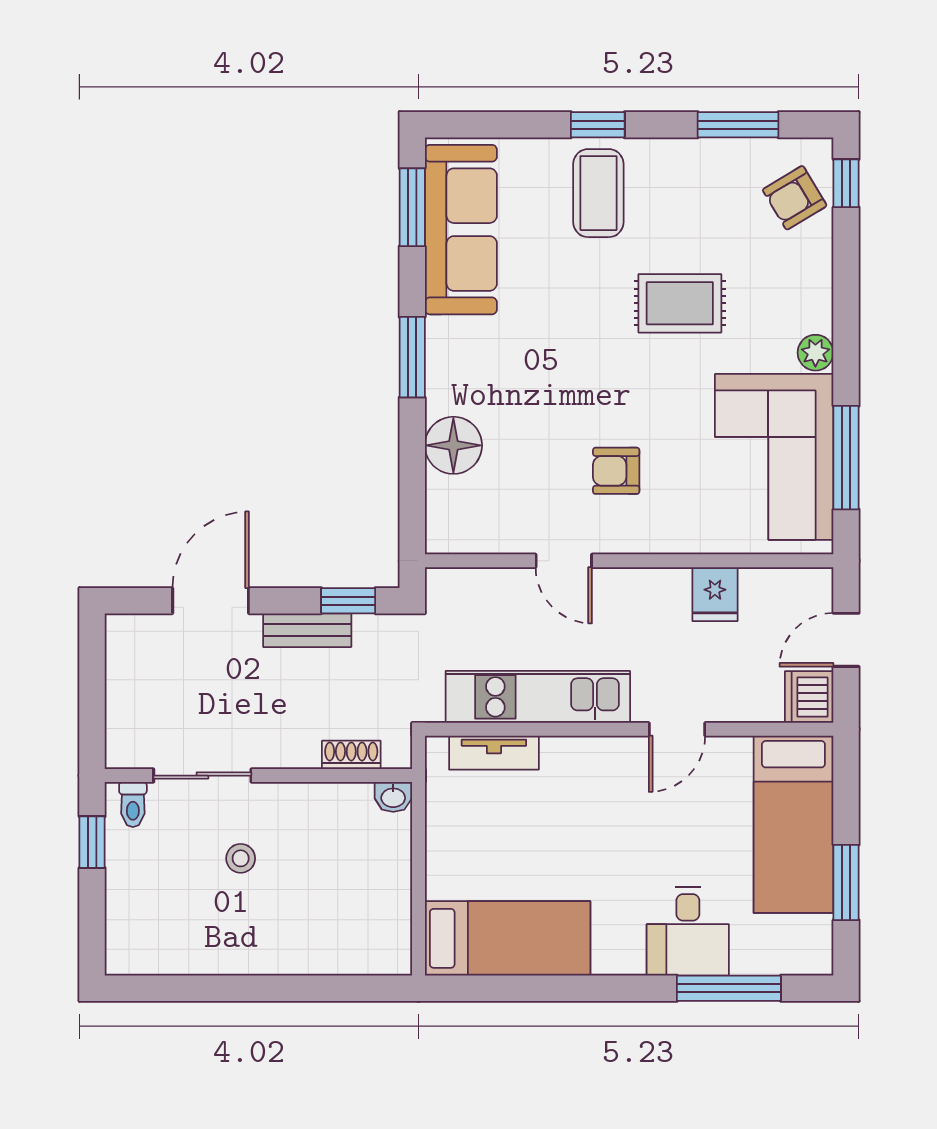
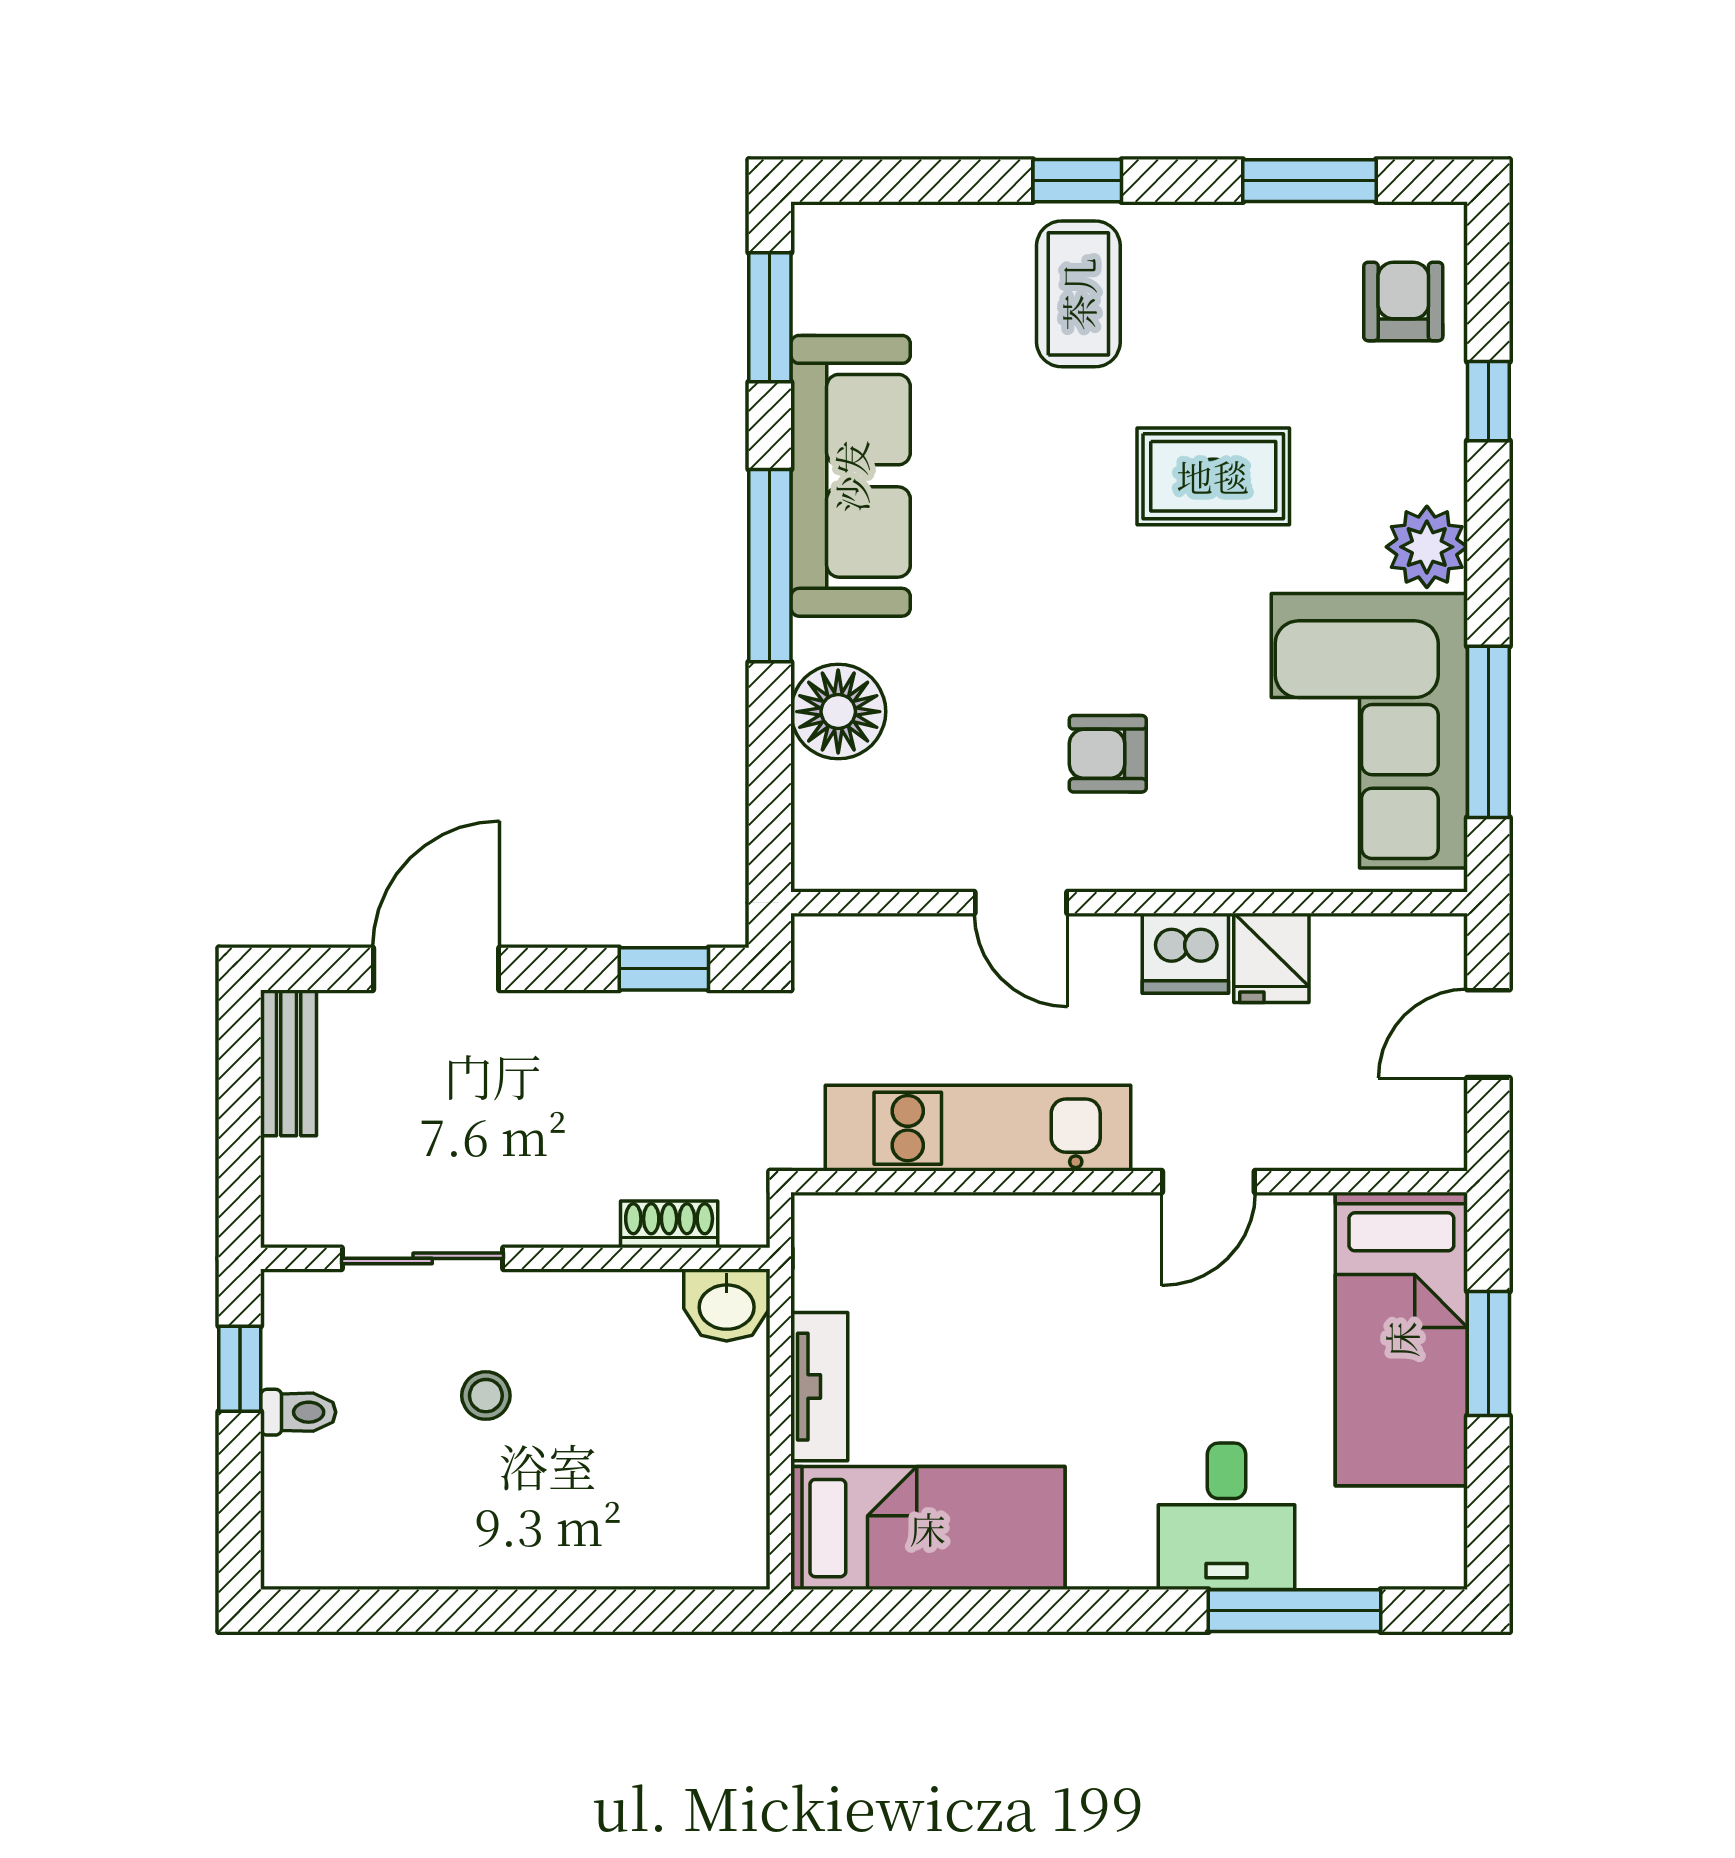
window: (846, 183) -> (1488, 401), moved
armchair: (795, 198) -> (1403, 302), turned 121
sofa: (461, 230) -> (851, 476), moved
plant: (815, 353) -> (1427, 547), width x1.38, depth x1.38
window: (412, 357) -> (770, 566), width x1.44
bench: (307, 630) -> (289, 1063), moved, turned 90
dishwasher: (809, 697) -> (1185, 953), moved, turned -90
tv unit: (494, 753) -> (819, 1387), moved, turned -90
washbasin: (393, 797) -> (727, 1305), width x1.38, depth x1.45
toilet: (133, 804) -> (298, 1412), moved, turned -90
window: (846, 882) -> (1488, 1354), moved

